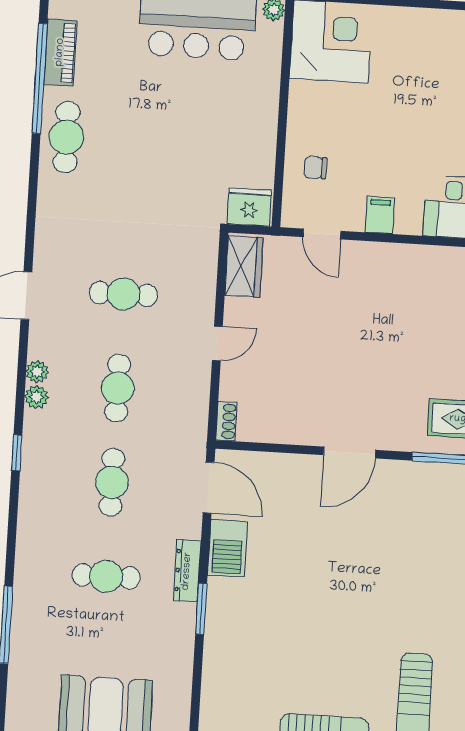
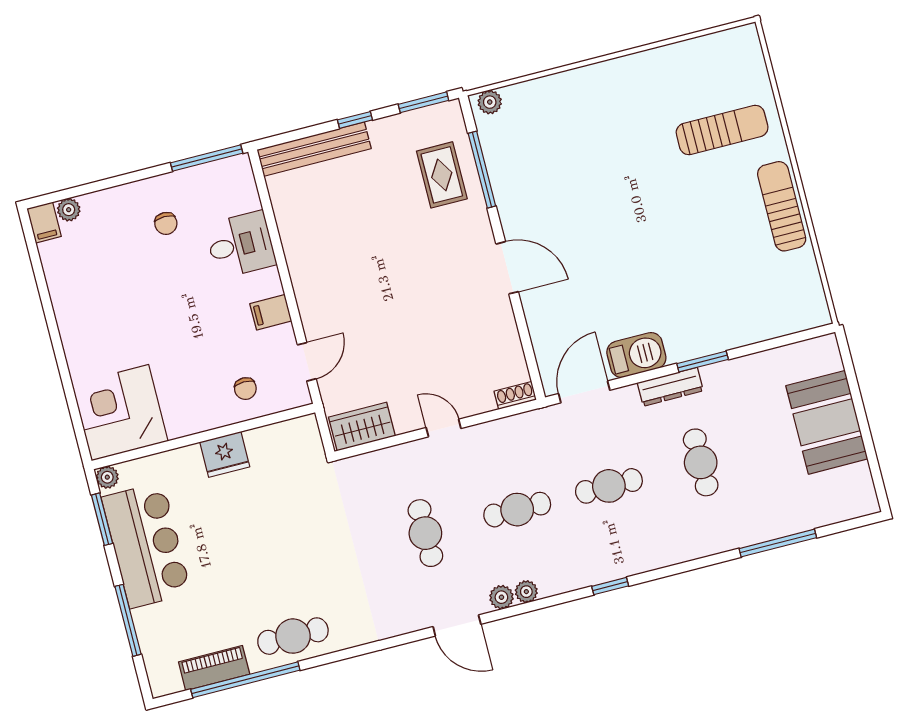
fridge: (249, 207) -> (225, 454), moved, turned -90
plant: (36, 397) -> (501, 597), moved

